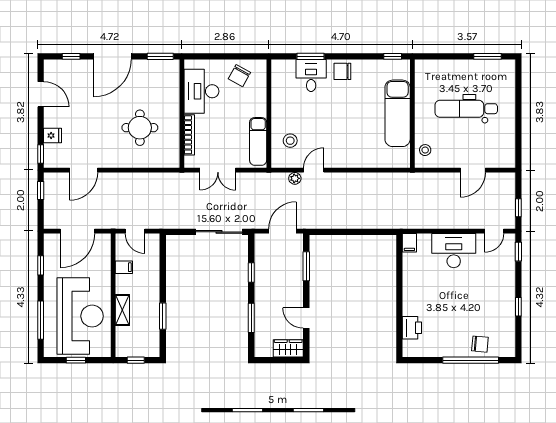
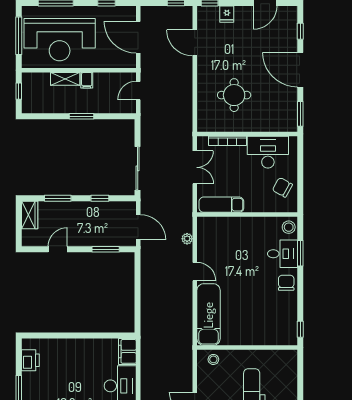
exam couch: (398, 113) -> (208, 315), moved, turned 90
stool: (290, 141) -> (289, 227), moved
double door: (218, 170) -> (195, 167), swing flipped
door: (314, 170) -> (195, 272), moved
filing cabinet: (409, 243) -> (127, 351), width x2.00
filing cabinet: (124, 267) -> (87, 80), moved
window: (163, 316) -> (82, 116), moved
printer: (412, 328) -> (30, 360), moved, turned -90
wardrobe: (288, 348) -> (30, 215), moved
window: (76, 360) -> (19, 36), width x2.17

